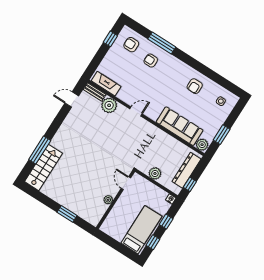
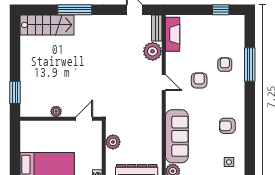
armchair: (131, 45) -> (199, 80), moved
window: (40, 150) -> (75, 10), moved
window: (67, 214) -> (15, 92), moved

